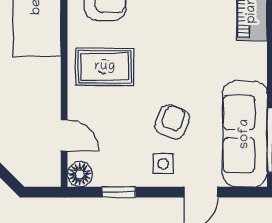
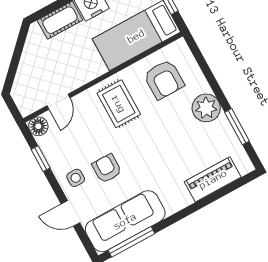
armchair: (172, 122) -> (107, 168), turned -111

